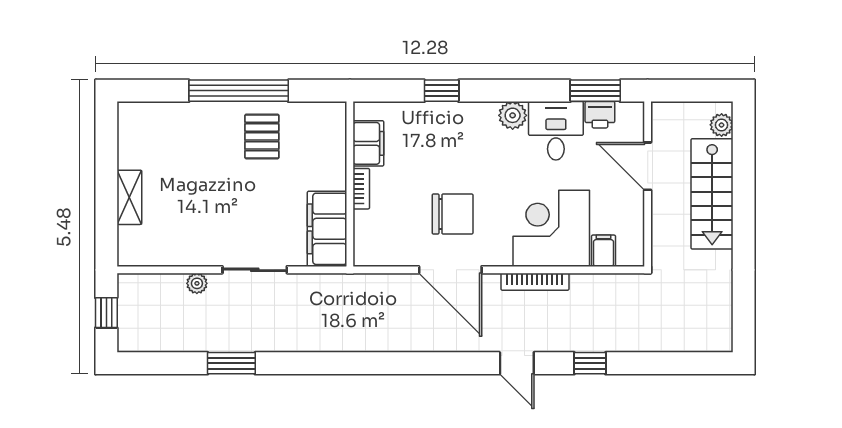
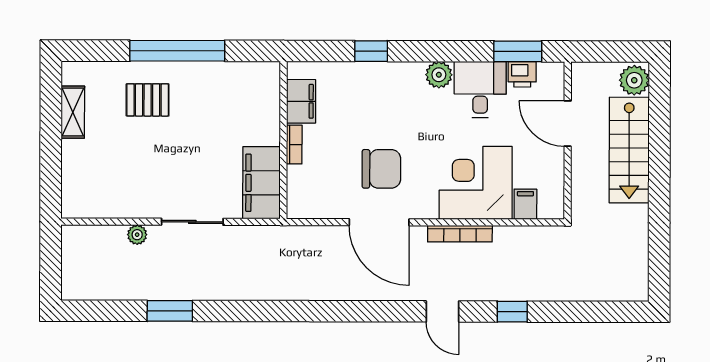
plant: (722, 125) -> (634, 80), width x1.38, depth x1.38
pallet: (262, 136) -> (148, 100), moved, turned 90
shelving: (129, 197) -> (73, 112), moved
window: (106, 313) -> (51, 263), removed

